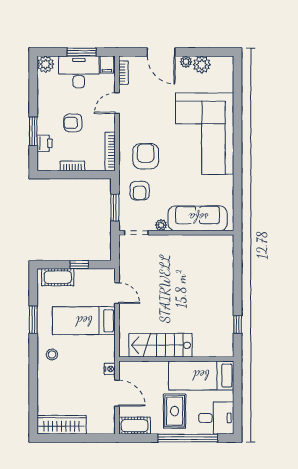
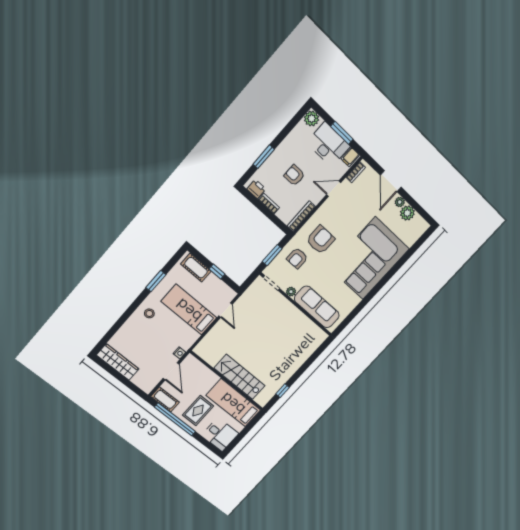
printer: (45, 143) -> (256, 189), moved, turned -90
stairs: (161, 345) -> (240, 377), moved
window: (188, 438) -> (175, 419), moved

